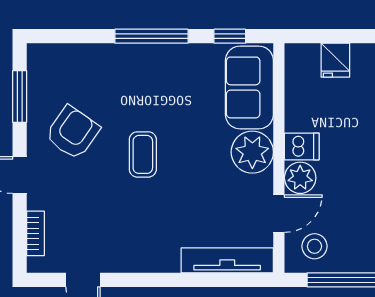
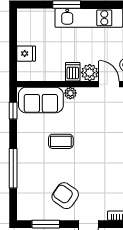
window: (151, 36) -> (13, 168), moved
plant: (252, 152) -> (70, 93), width x0.53, depth x0.53
coffee table: (143, 154) -> (61, 141), moved

